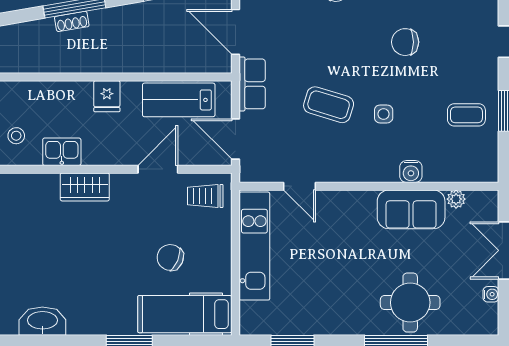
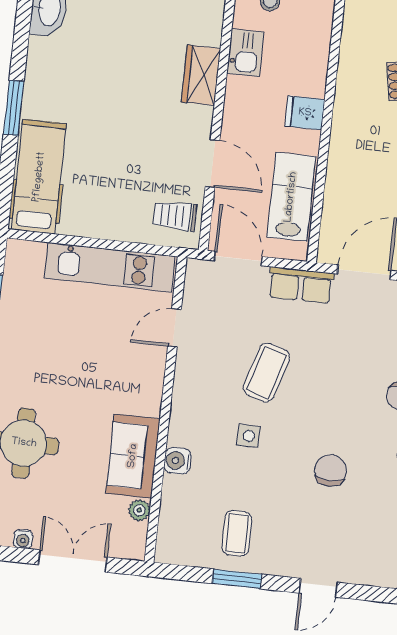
door: (235, 139) -> (238, 259), hinge flipped
trolley: (205, 196) -> (175, 216), turned -90
chair: (170, 257) -> (107, 167), removed

